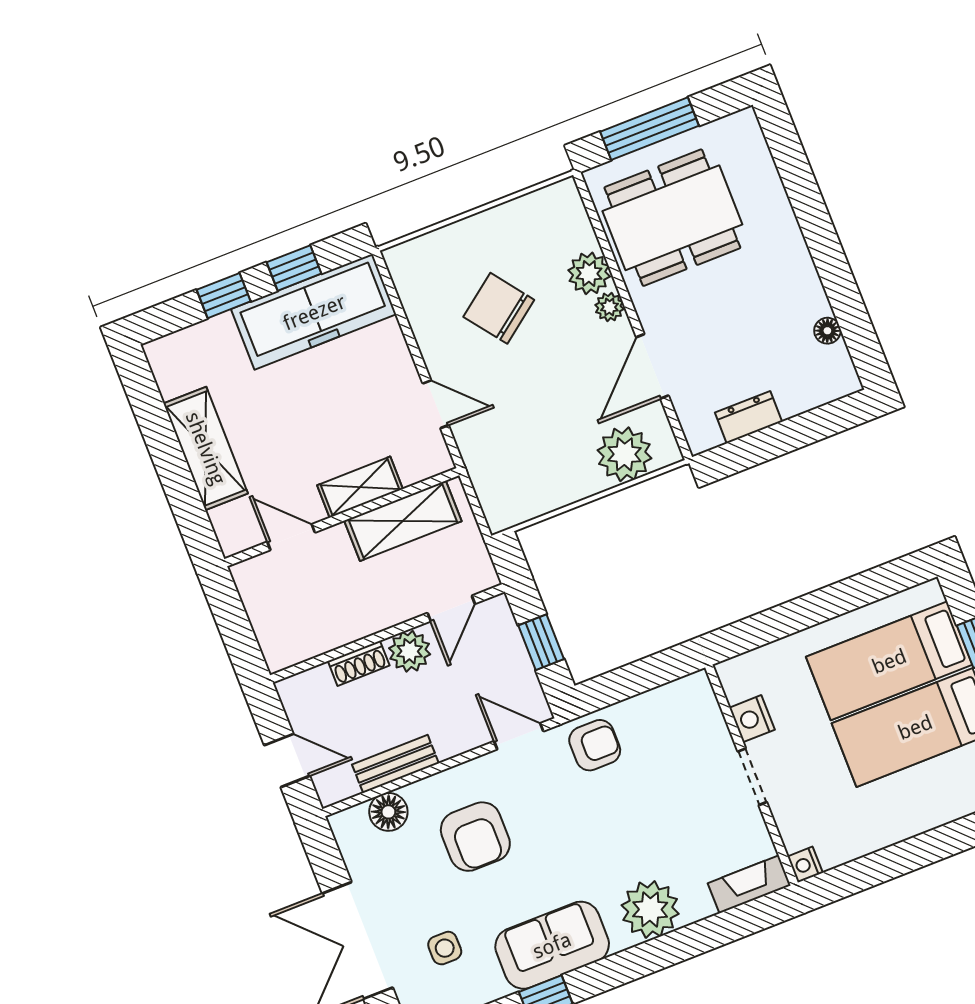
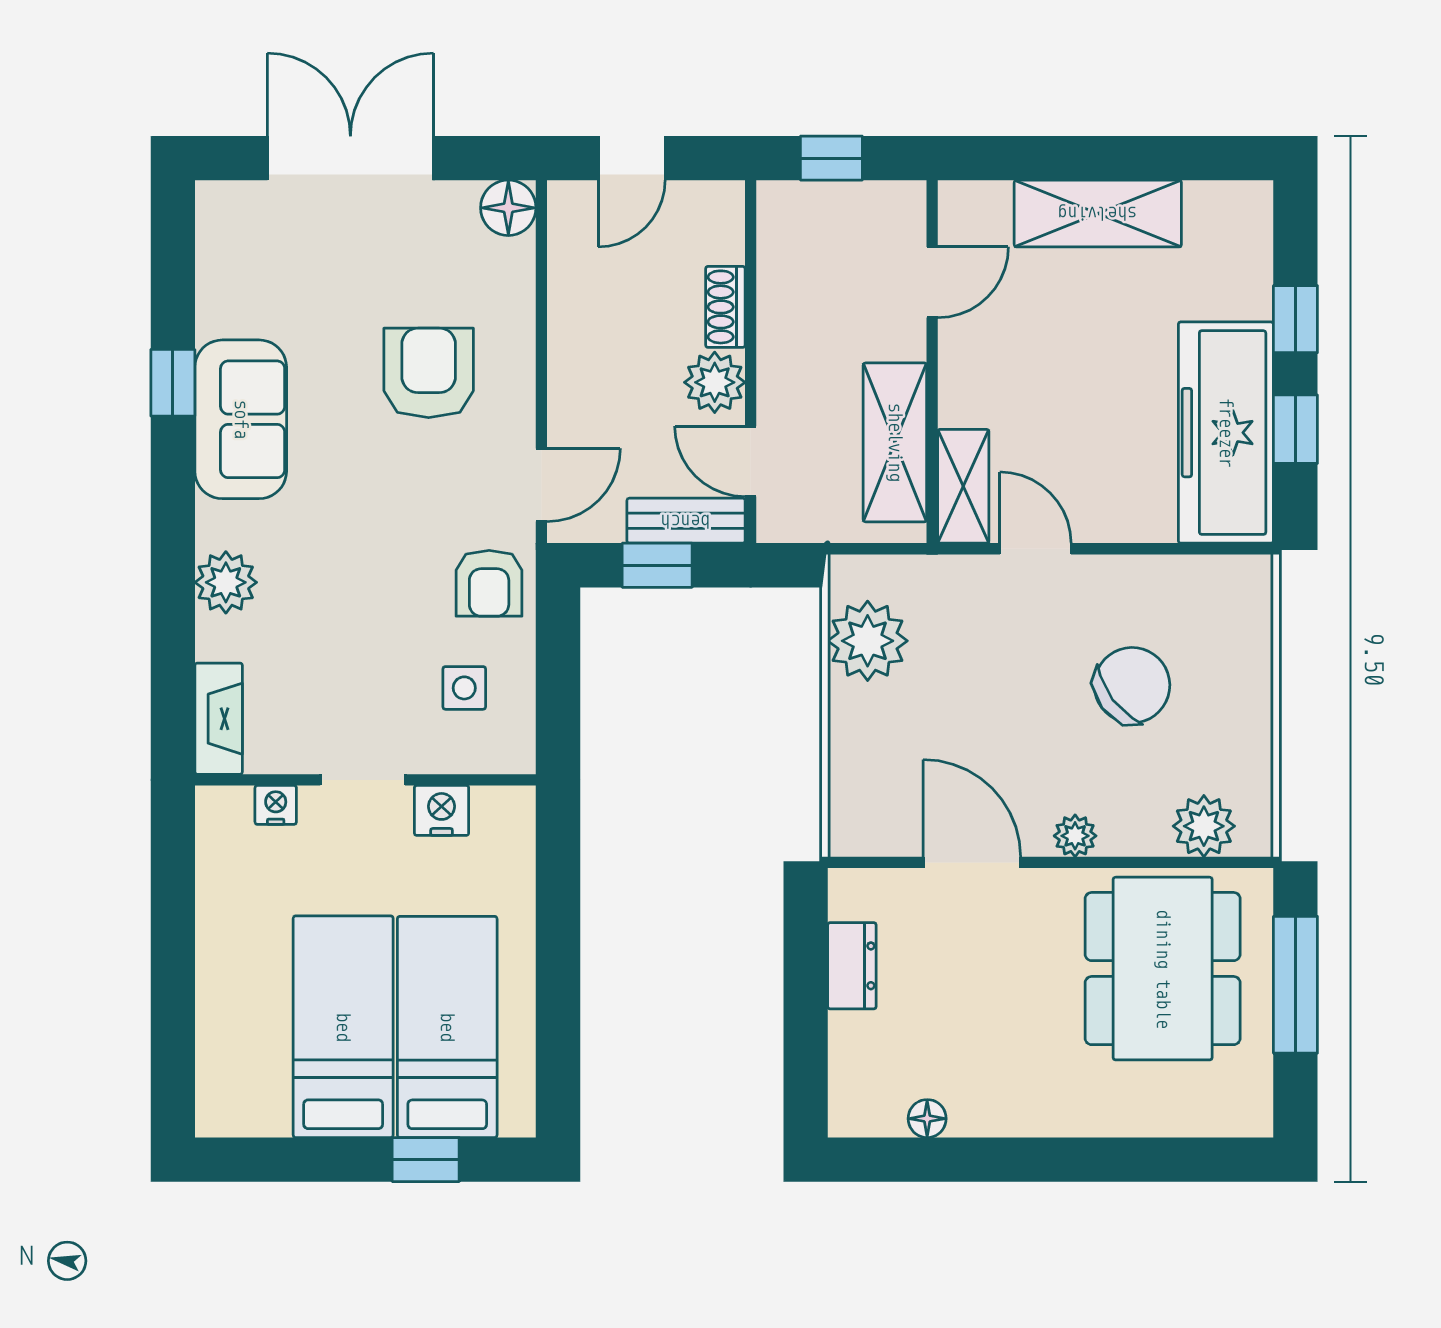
plant: (589, 273) -> (1204, 826), moved
door: (436, 404) -> (1035, 549), swing flipped
plant: (624, 454) -> (868, 641), moved
shelving: (360, 487) -> (963, 486), moved
window: (237, 633) -> (831, 158), added
bench: (395, 764) -> (686, 521), moved, turned 90
floor lamp: (388, 812) -> (508, 208), moved
armchair: (475, 837) -> (429, 373), turned 90
nightstand: (805, 865) -> (276, 805), moved
plant: (650, 909) -> (226, 582), width x0.73, depth x0.73
side table: (445, 948) -> (464, 688), moved

